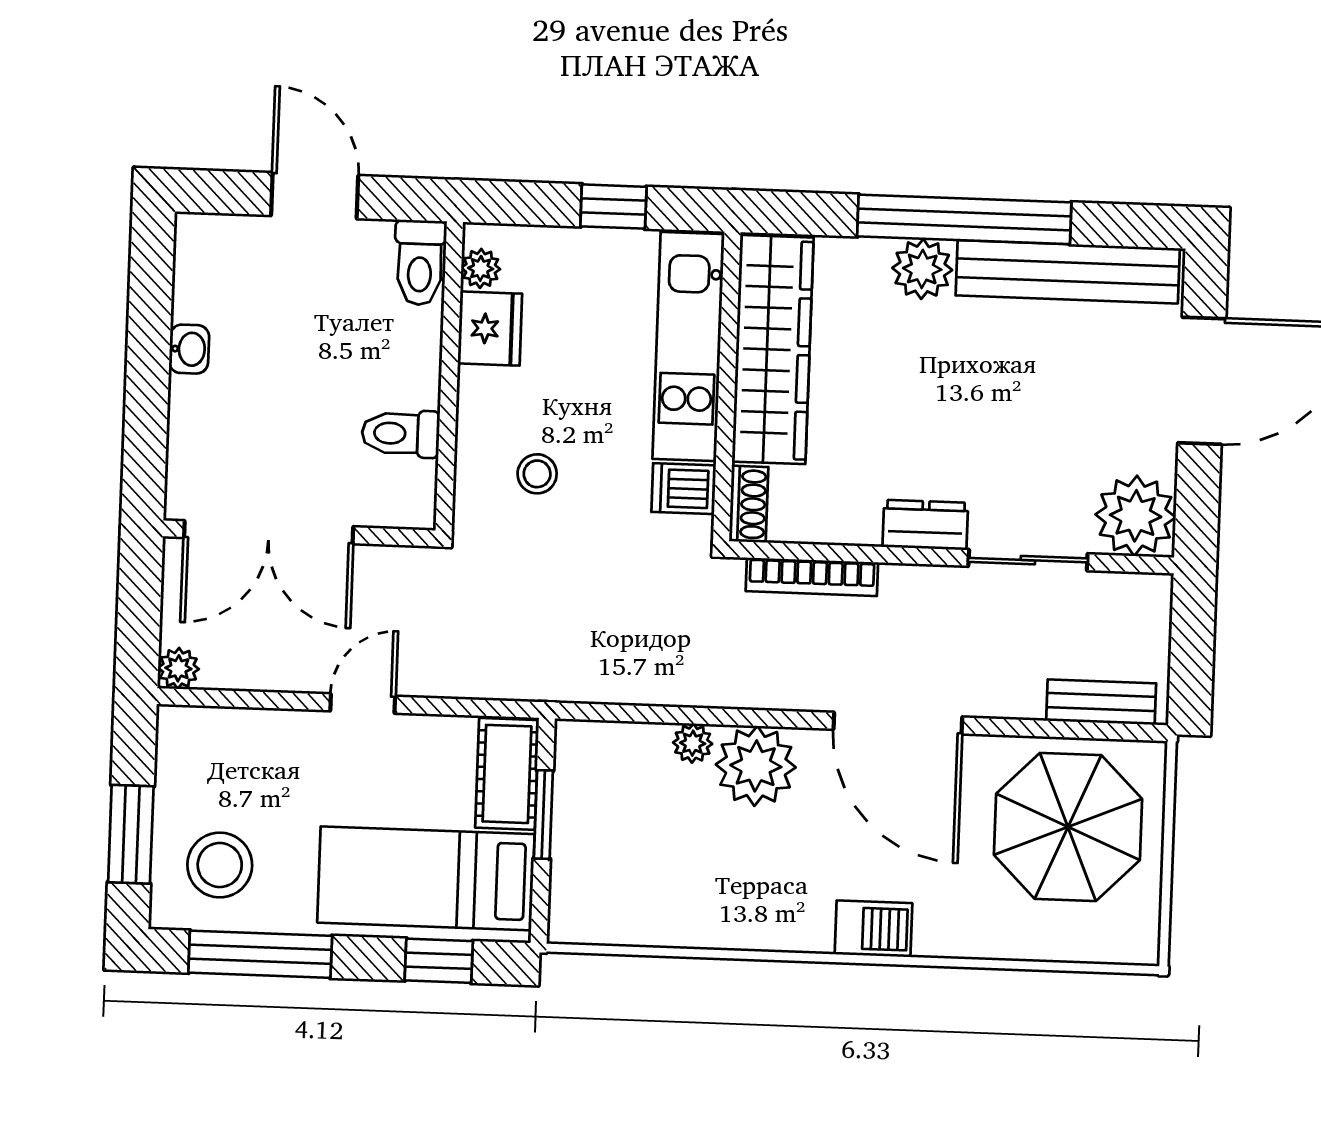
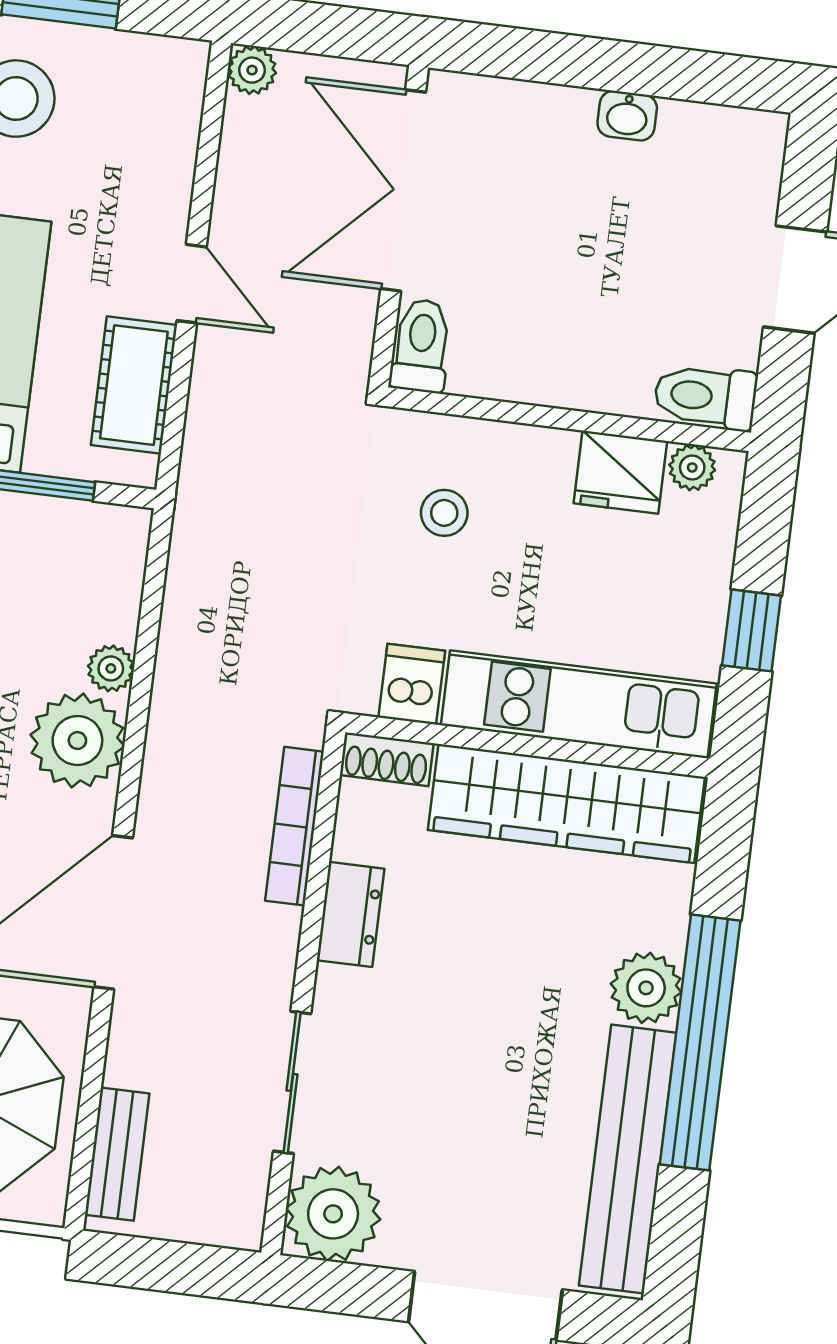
toilet: (401, 434) -> (421, 346), moved
dresser: (925, 525) -> (350, 914), moved
cot: (507, 774) -> (134, 385), moved, turned 90

